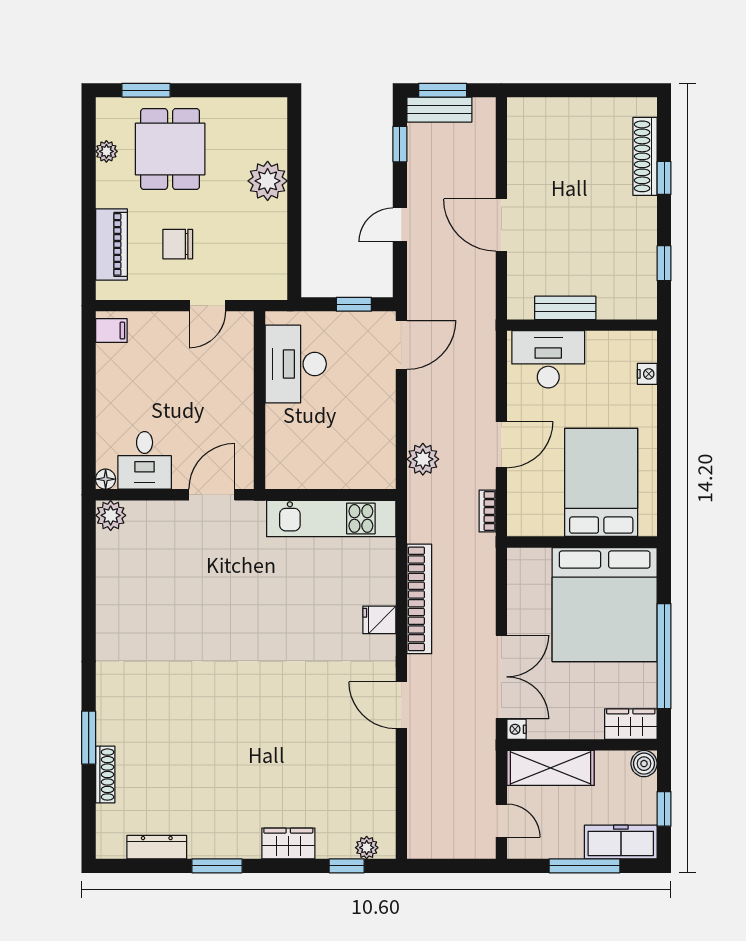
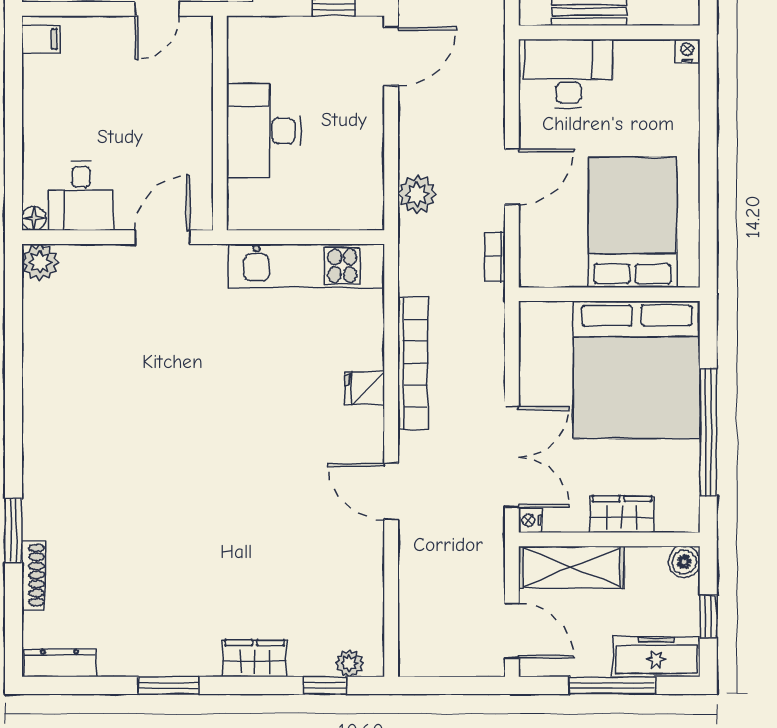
desk: (296, 364) -> (264, 131), moved
nightstand: (647, 374) -> (687, 51), moved, turned -90
wardrobe: (631, 724) -> (622, 514), moved
door: (501, 821) -> (512, 631), width x1.38
dresser: (157, 847) -> (59, 663), moved

